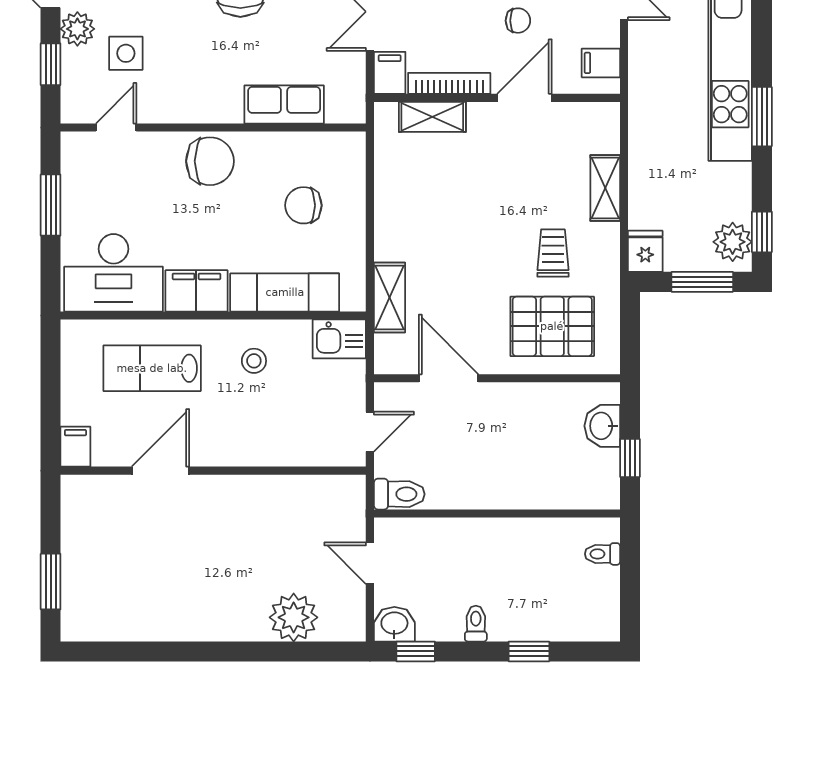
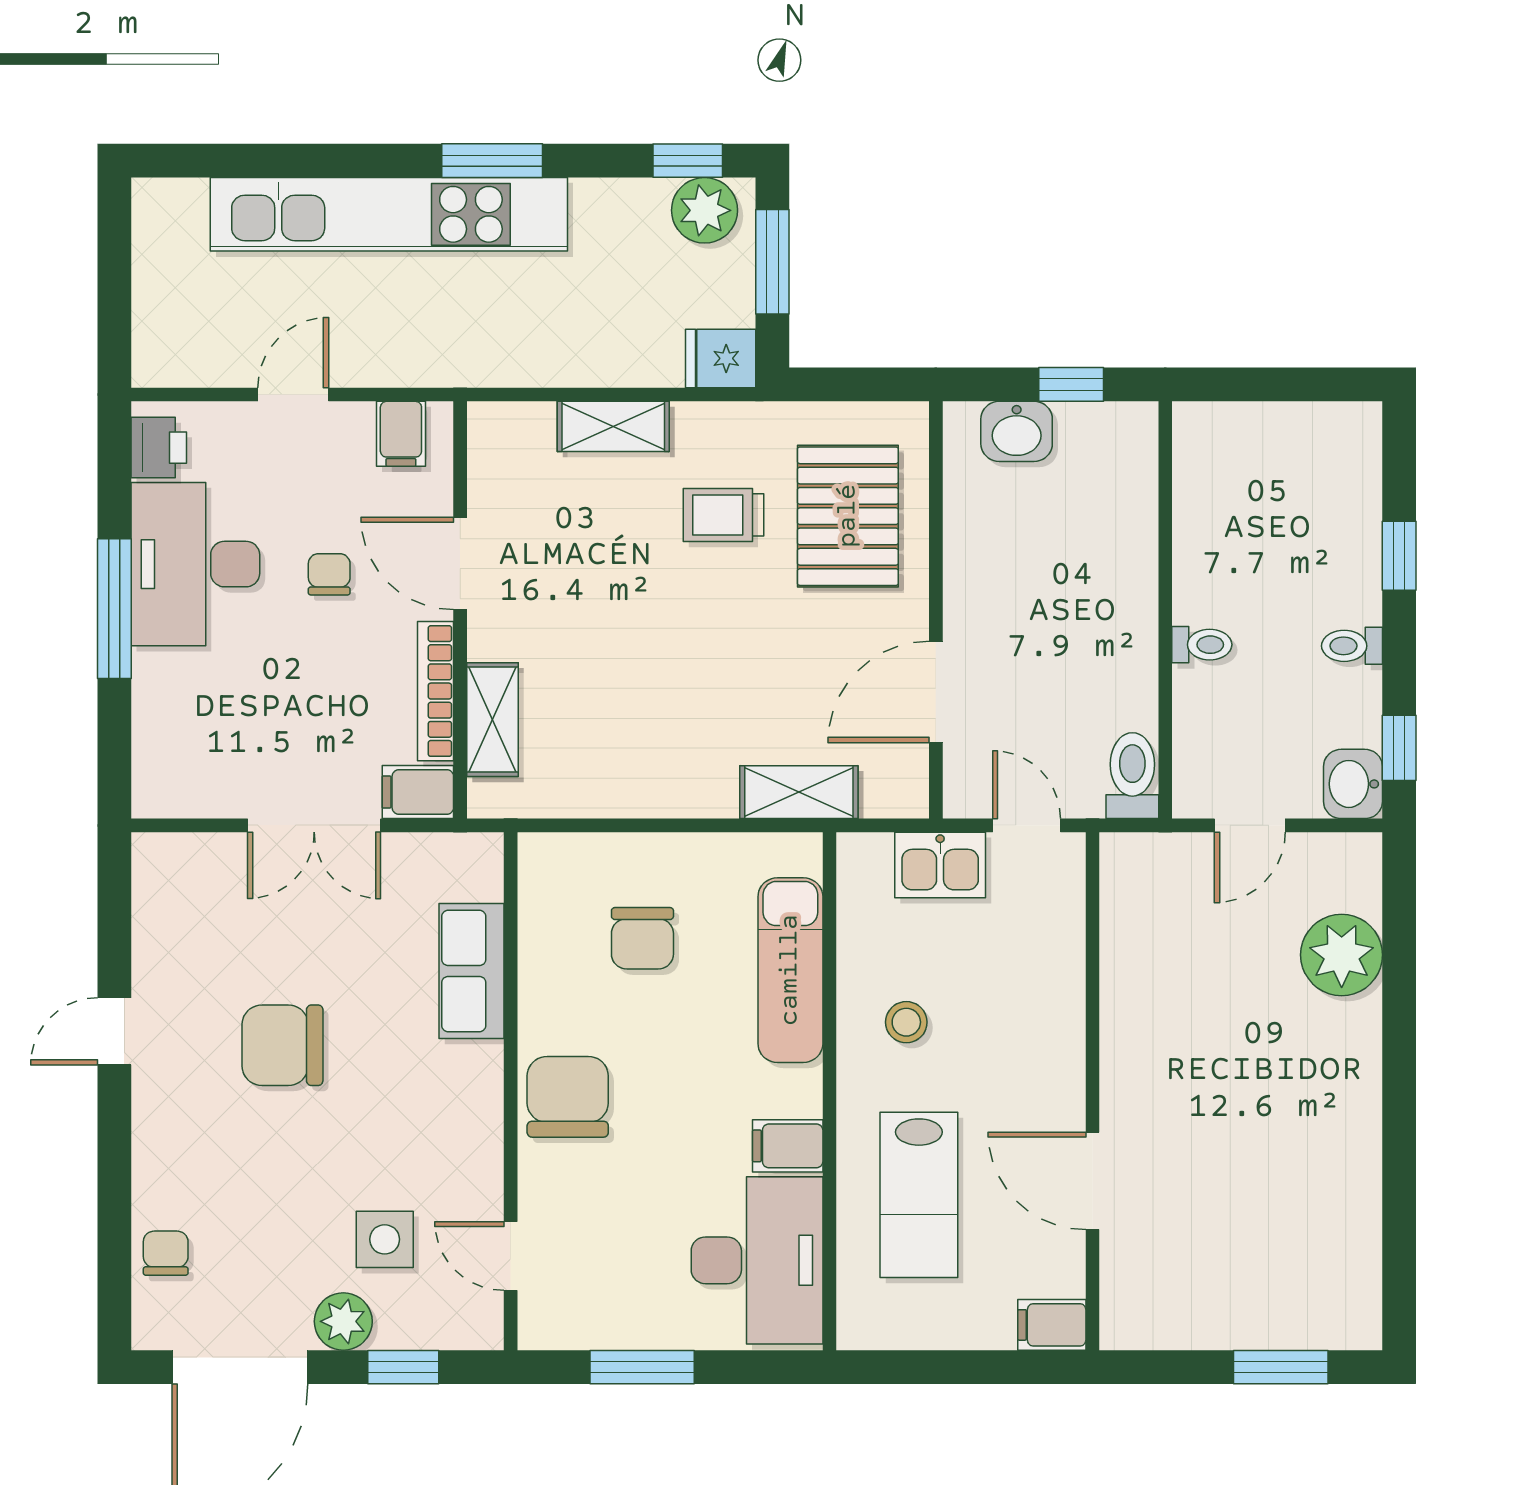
filing cabinet: (196, 291) -> (788, 1146), width x0.50
kitchen sink: (339, 339) -> (940, 865), moved, turned 90
toilet: (602, 554) -> (1202, 645), moved, turned -90

